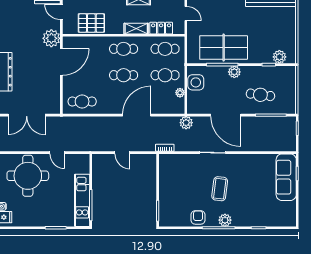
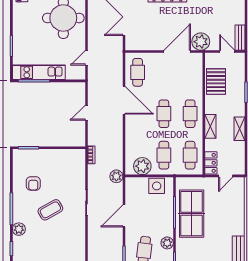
door: (61, 12) -> (227, 52), hinge flipped
locker: (161, 28) -> (211, 163), moved
door: (61, 62) -> (177, 52), swing flipped
plant: (234, 72) -> (167, 243), moved
plant: (180, 93) -> (142, 166), width x1.88, depth x1.88
door: (137, 115) -> (124, 100), moved
door: (226, 115) -> (124, 216), width x0.73
door: (57, 153) -> (86, 58), moved
coffee table: (220, 189) -> (50, 210), turned -36
armchair: (198, 217) -> (33, 183), moved, turned 90
plant: (225, 220) -> (19, 229), moved

